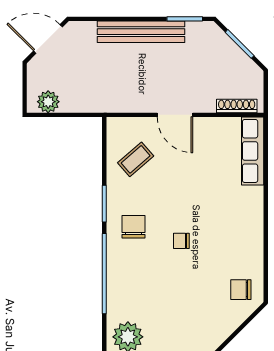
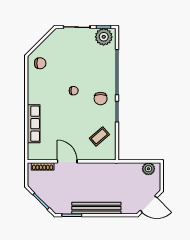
door: (175, 115) -> (67, 161), moved
row of seats: (253, 151) -> (34, 124), moved

